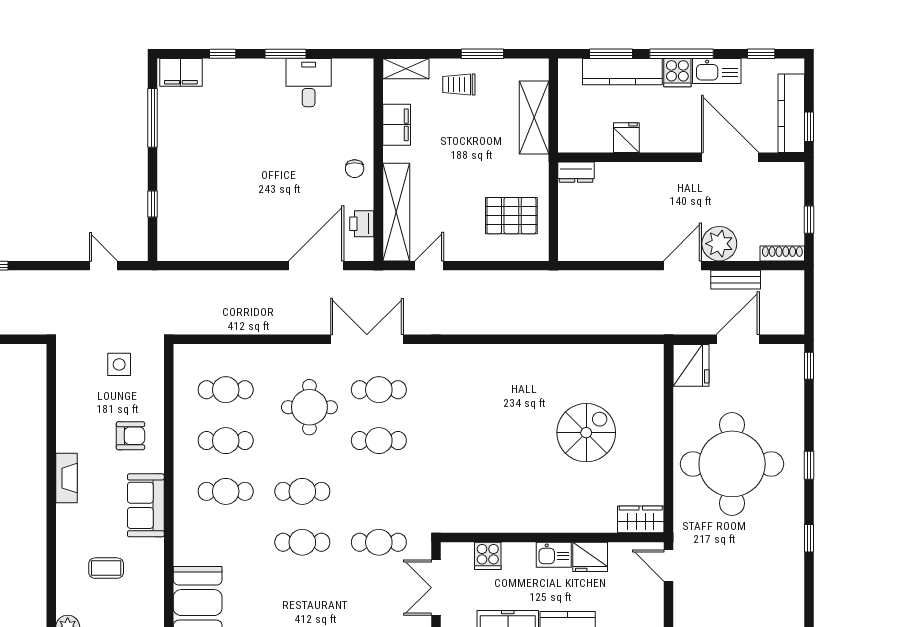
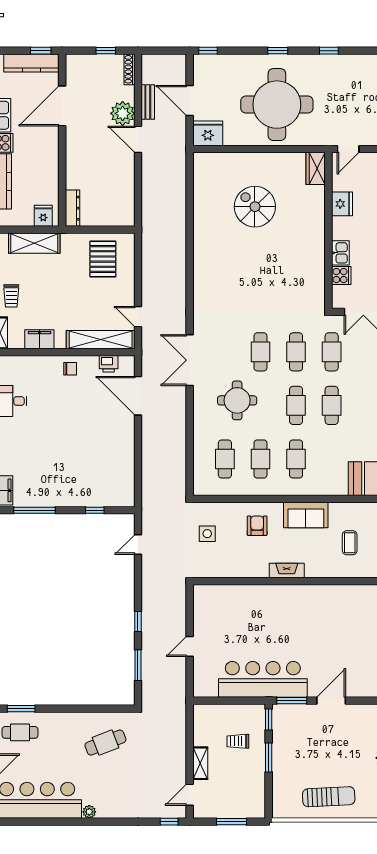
fridge: (626, 138) -> (43, 216), moved, turned 90
dresser: (576, 172) -> (73, 208), width x1.44
cafe table: (379, 390) -> (296, 352), moved
kitchen sink: (554, 555) -> (340, 253), moved

